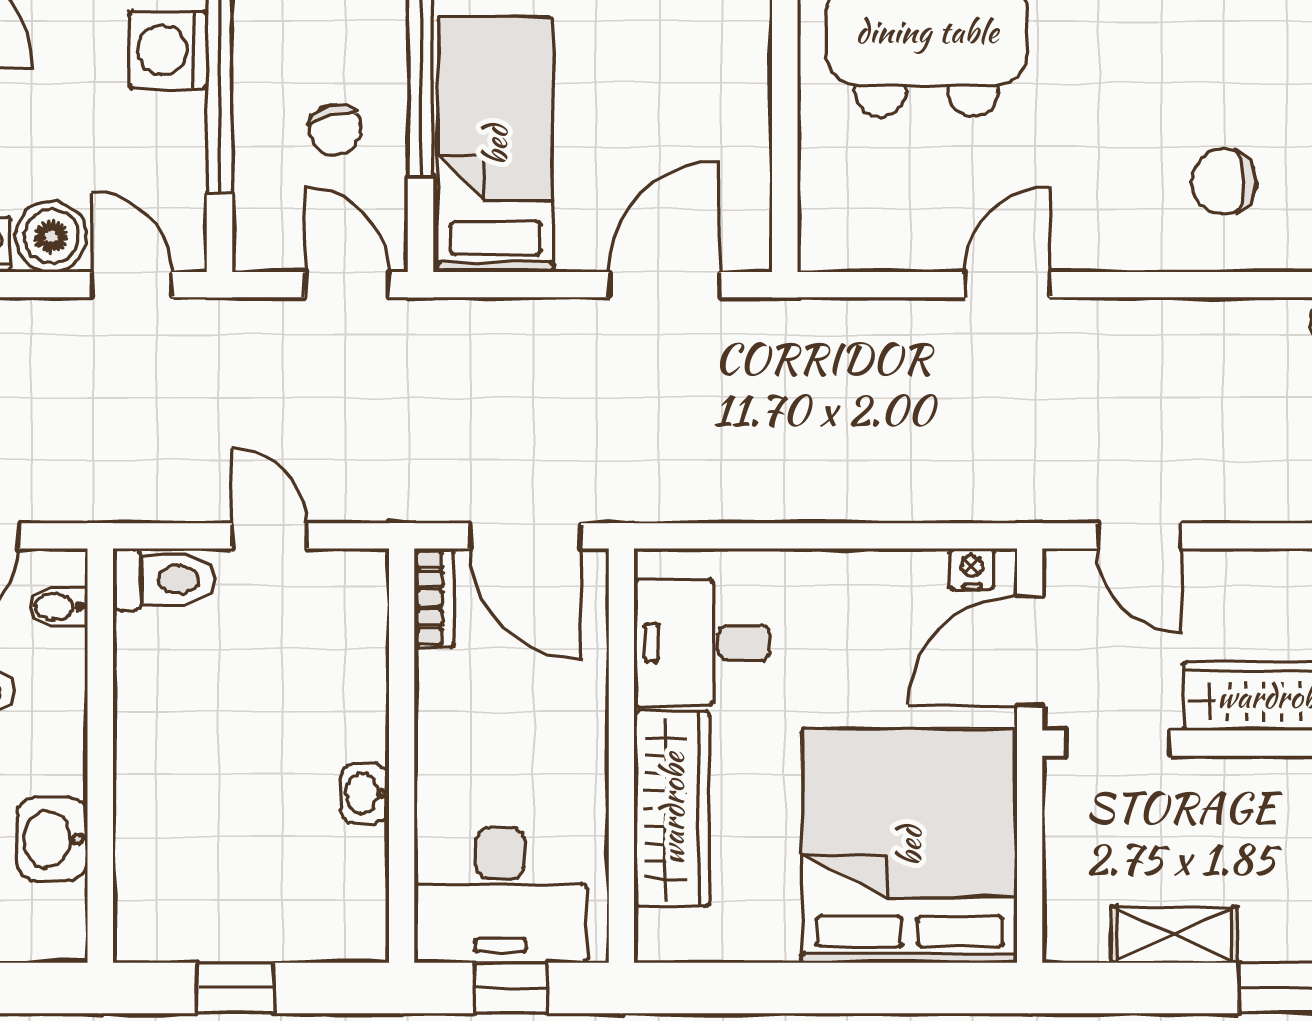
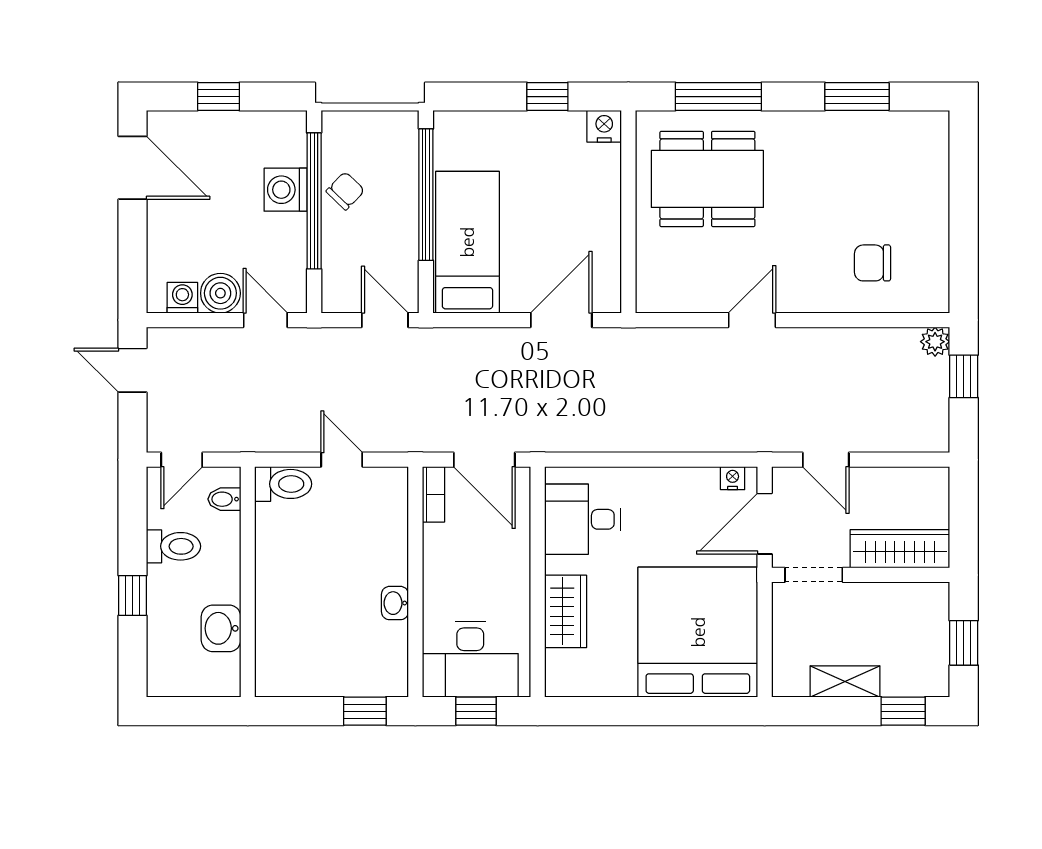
chair: (335, 130) -> (345, 191), moved, turned -121
wardrobe: (672, 809) -> (566, 611), width x0.67
window: (235, 988) -> (365, 711), moved

